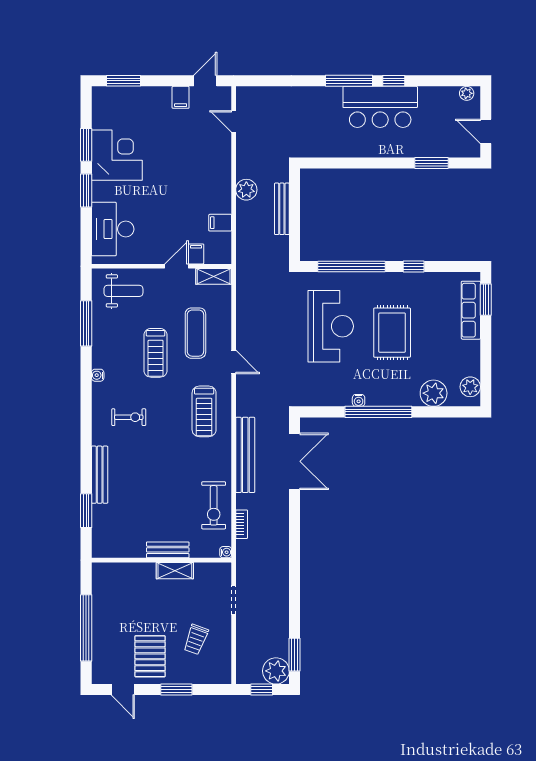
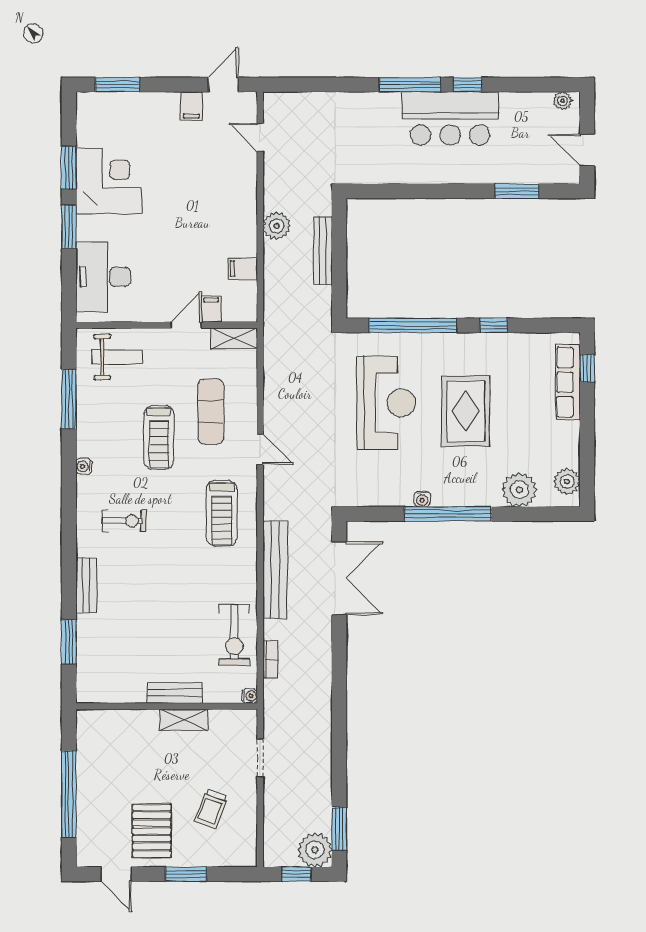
window: (486, 300) -> (587, 368), width x0.67
bench: (100, 475) -> (86, 585), width x0.73

